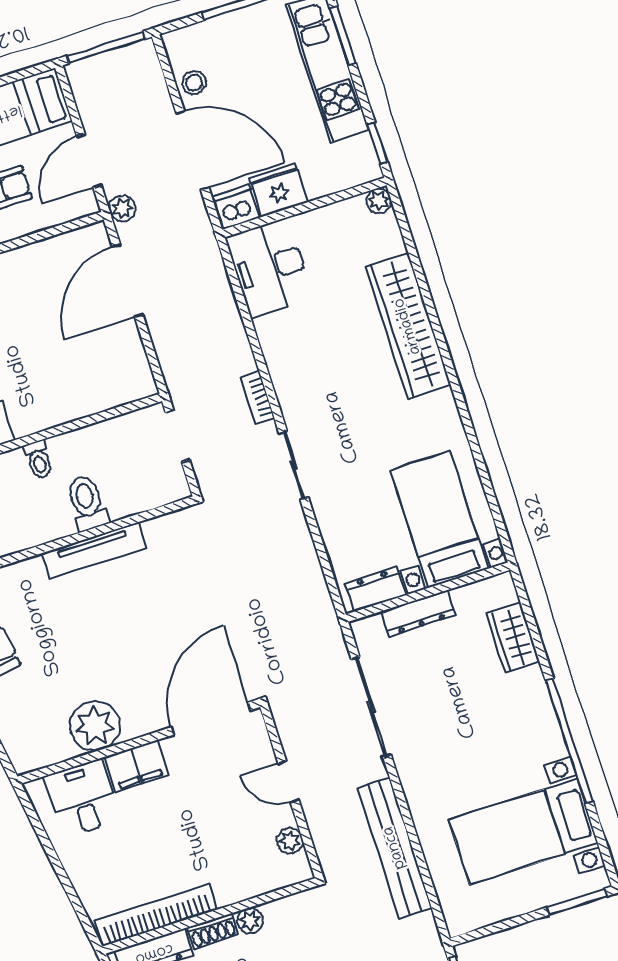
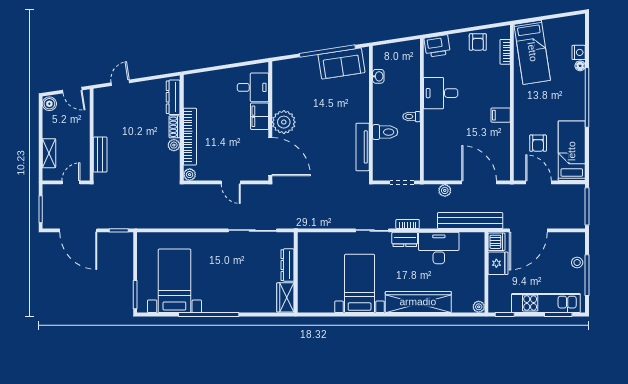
stool: (194, 83) -> (577, 263), moved
plant: (122, 208) -> (445, 190), moved
desk: (269, 268) -> (439, 248), moved
bed with nightstands: (439, 519) -> (360, 283), moved, turned -90
tv unit: (94, 551) -> (363, 147), moved
dresser: (376, 589) -> (405, 239), moved, turned 90
wardrobe: (513, 638) -> (285, 297), moved, turned -90
plant: (95, 726) -> (284, 122), moved
door: (288, 782) -> (231, 182), swing flipped
plant: (290, 841) -> (190, 175), moved
bench: (395, 848) -> (470, 221), moved
bookcase: (156, 915) -> (190, 137), moved

